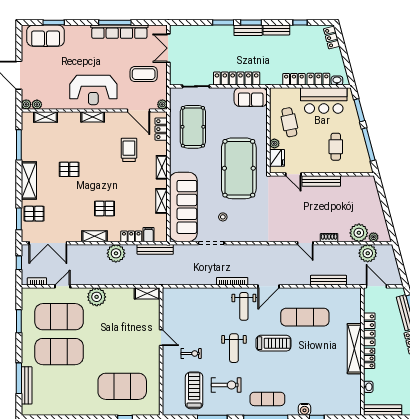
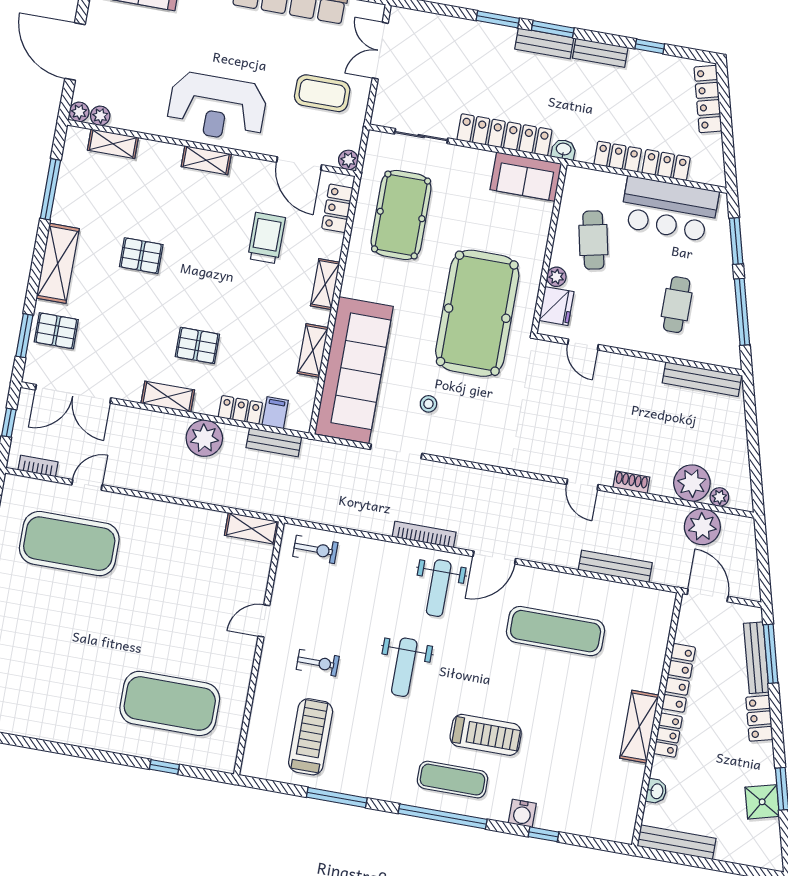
locker: (332, 37) -> (708, 99), width x1.53
washbasin: (337, 81) -> (564, 150), moved
bench: (321, 181) -> (702, 379), moved
bench: (155, 249) -> (274, 442), width x0.73
plant: (97, 297) -> (151, 517), removed
door: (161, 338) -> (264, 621), swing flipped
treadmill: (273, 343) -> (486, 735), moved
shelving: (354, 349) -> (639, 727), width x0.68
exercise mat: (59, 352) -> (57, 612), removed
exercise bike: (226, 385) -> (315, 549), moved, width x0.73, depth x0.72

